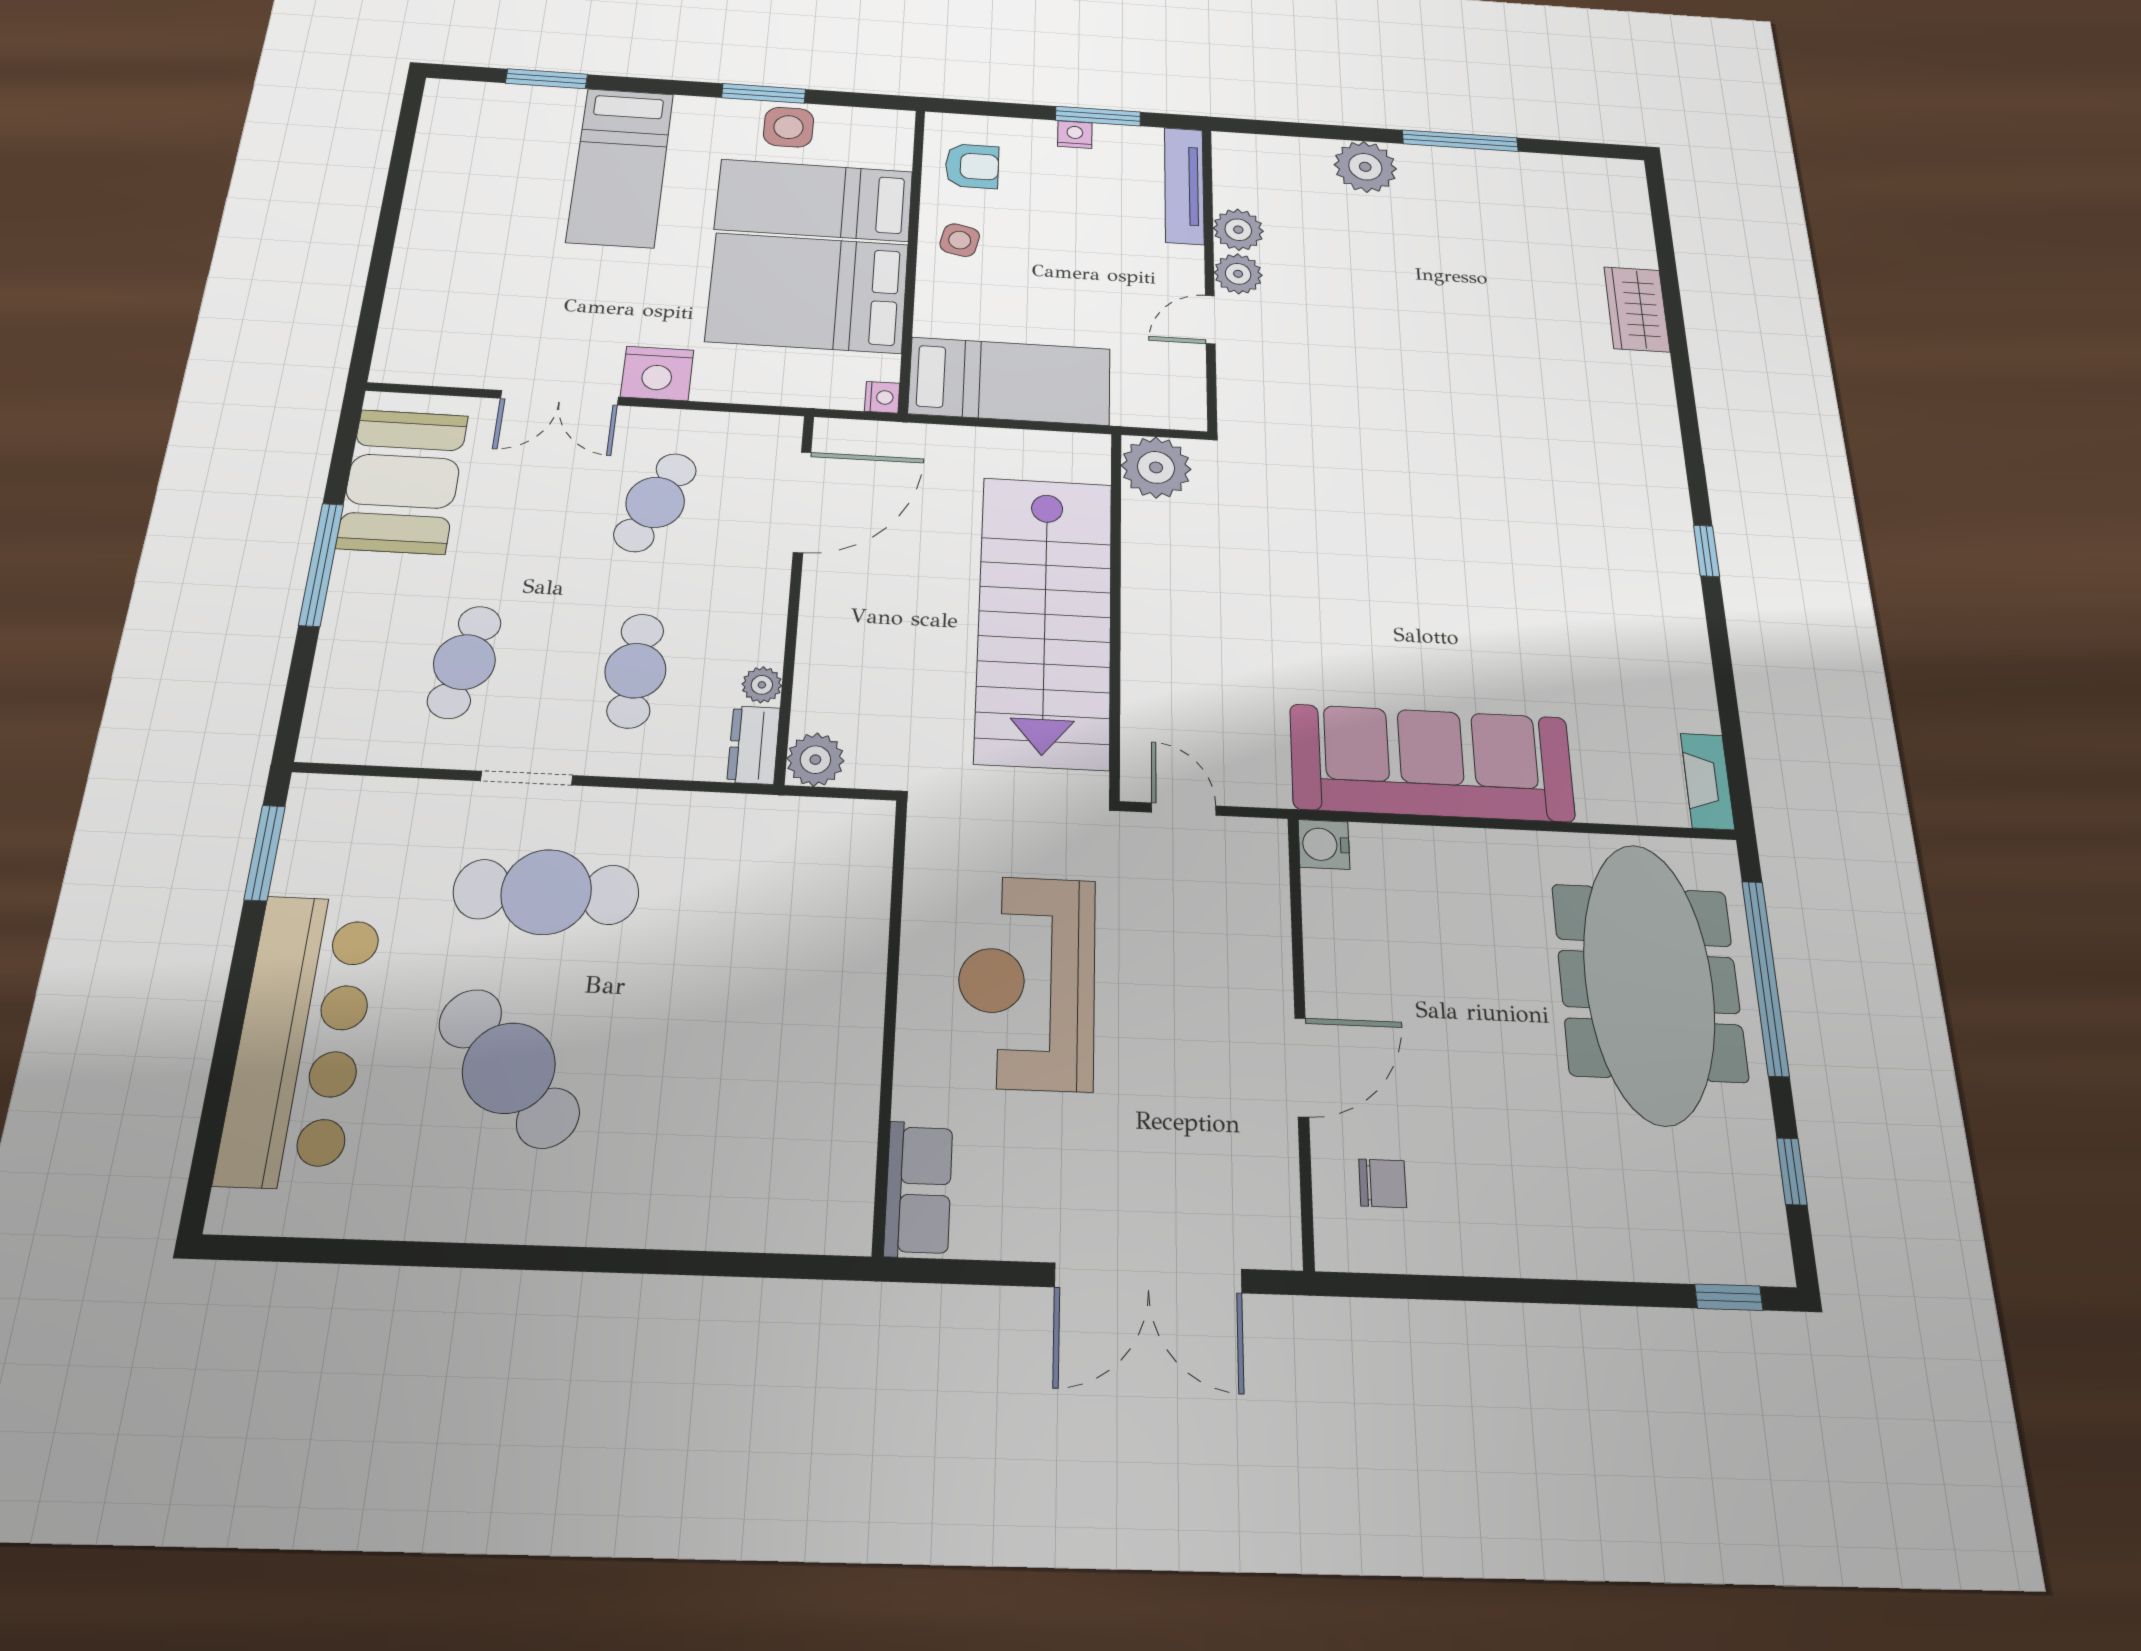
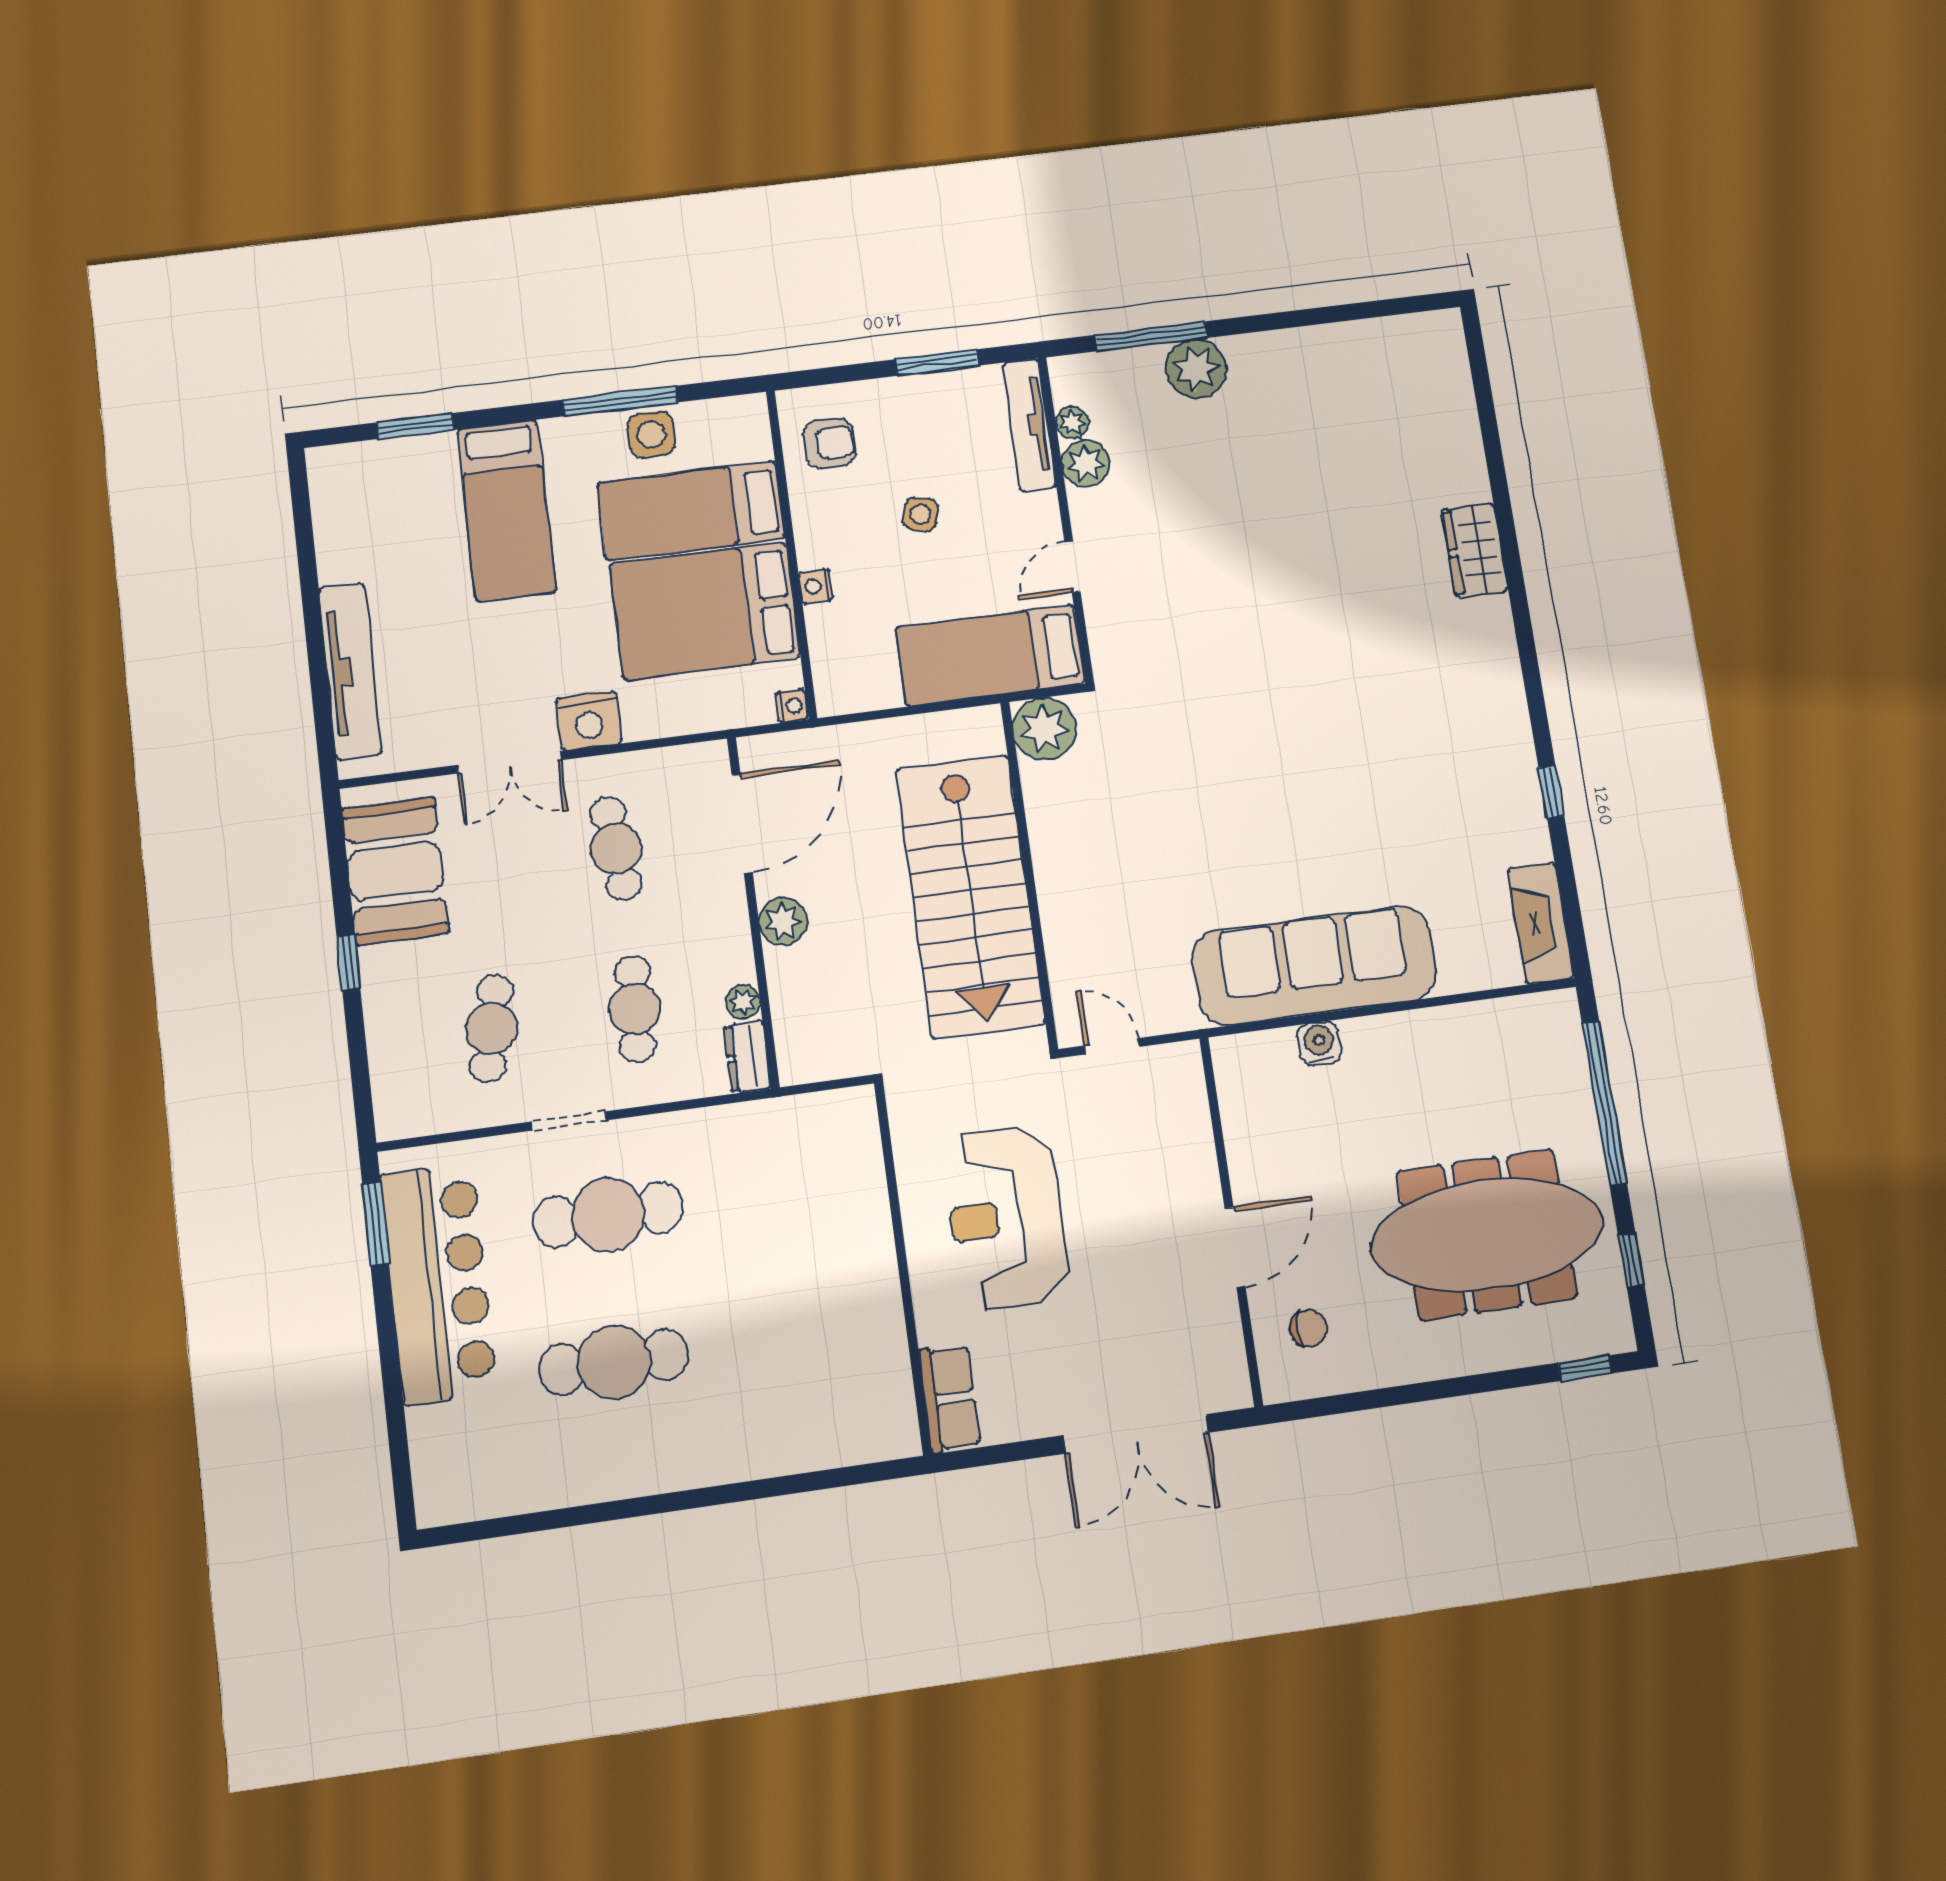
window: (764, 93) -> (620, 401), width x1.44
nightstand: (1075, 135) -> (816, 586), moved, turned -90
window: (1460, 141) -> (1151, 336), moved
side table: (960, 240) -> (920, 514), moved
plant: (1238, 274) -> (1072, 422), moved, width x0.73, depth x0.73
tv unit: (412, 283) -> (350, 671), added
wardrobe: (1637, 309) -> (1475, 550), moved
bed: (1010, 381) -> (990, 655), moved, turned 180
cafe table: (655, 502) -> (616, 849), turned -30
window: (1706, 551) -> (1551, 792), moved
window: (321, 564) -> (348, 962), width x0.46
plant: (815, 760) -> (783, 921), moved
fireplace: (1707, 781) -> (1541, 923), width x1.37, depth x1.32
water cooler: (1324, 844) -> (1319, 1043), moved, turned 90
meeting table: (1649, 982) -> (1487, 1235), moved, turned 90
bar counter: (301, 1039) -> (439, 1283), moved
cafe table: (509, 1068) -> (614, 1362), turned -47

